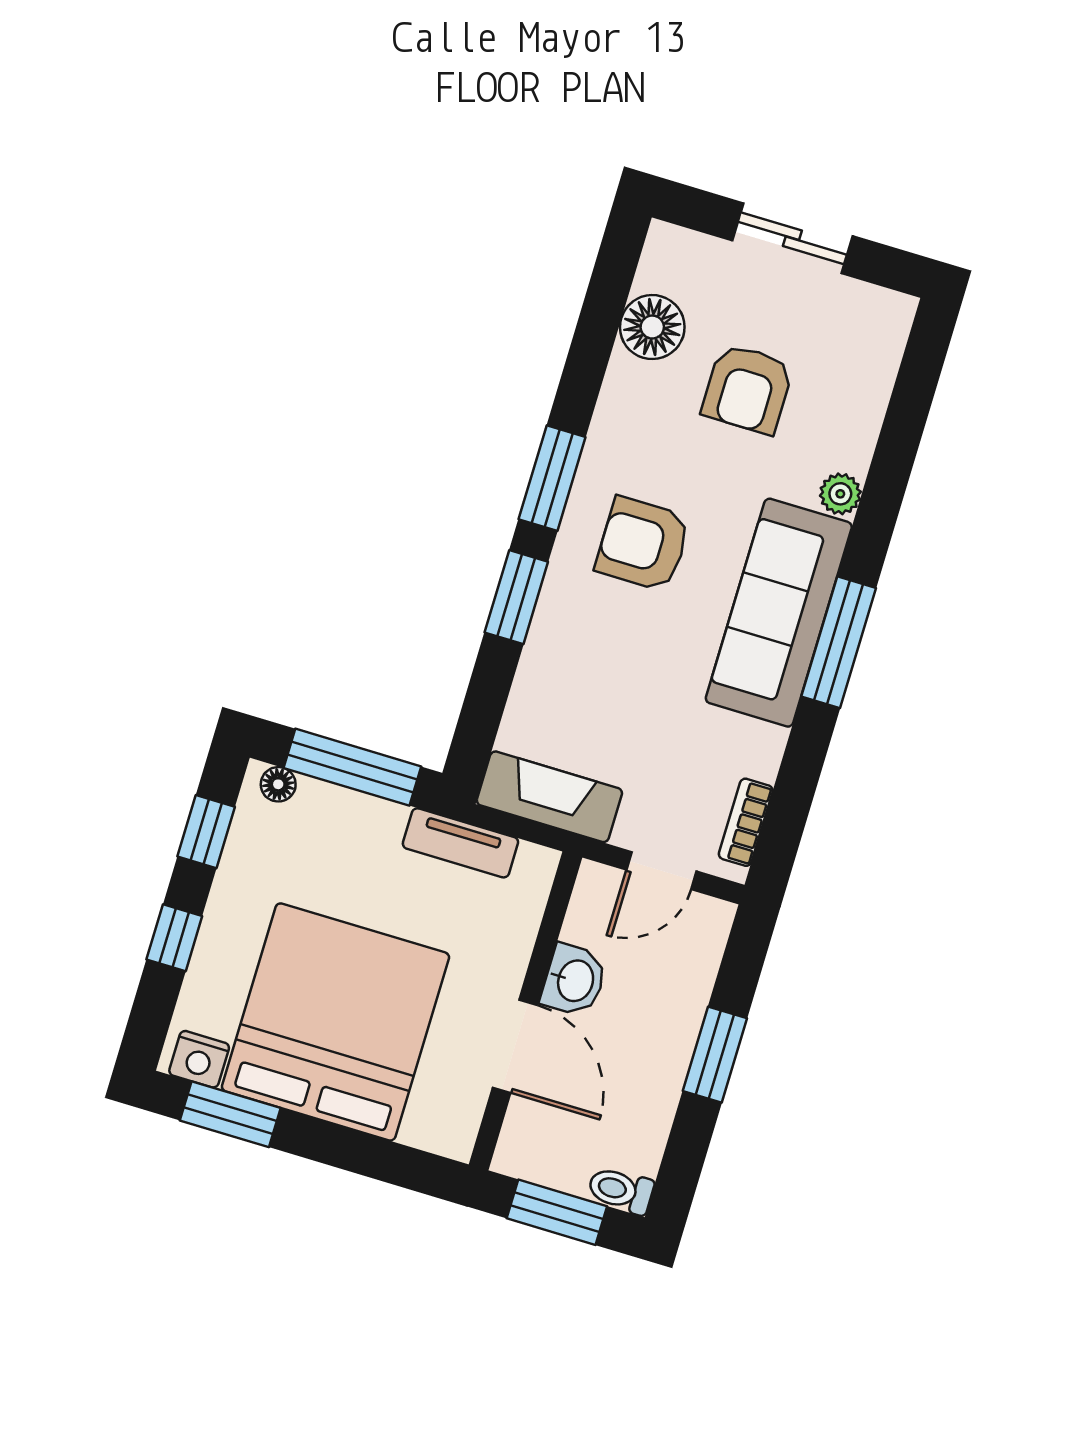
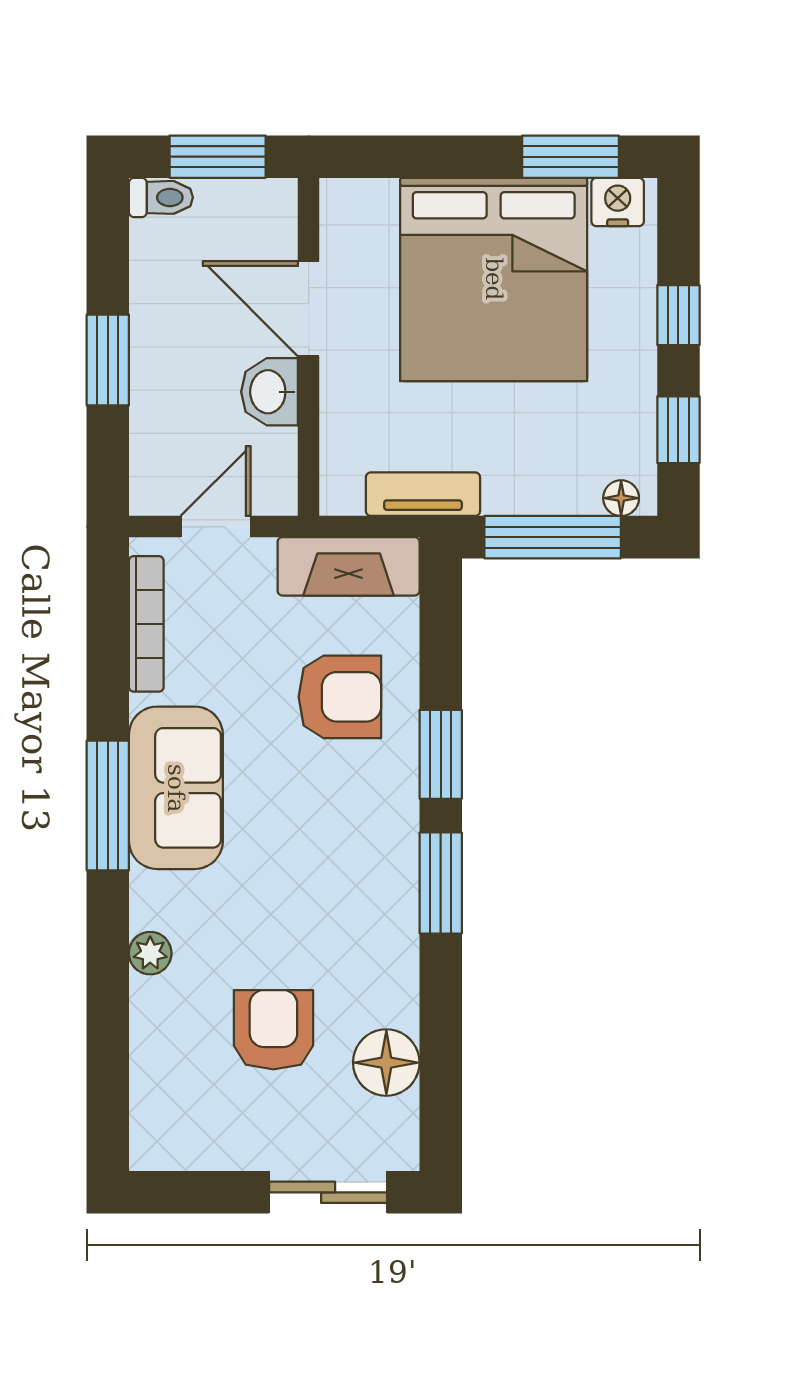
sliding door: (792, 238) -> (328, 1192), moved
armchair: (643, 544) -> (340, 697), moved
sofa: (779, 613) -> (176, 788), width x0.73
bookcase: (746, 822) -> (146, 624), width x1.56

